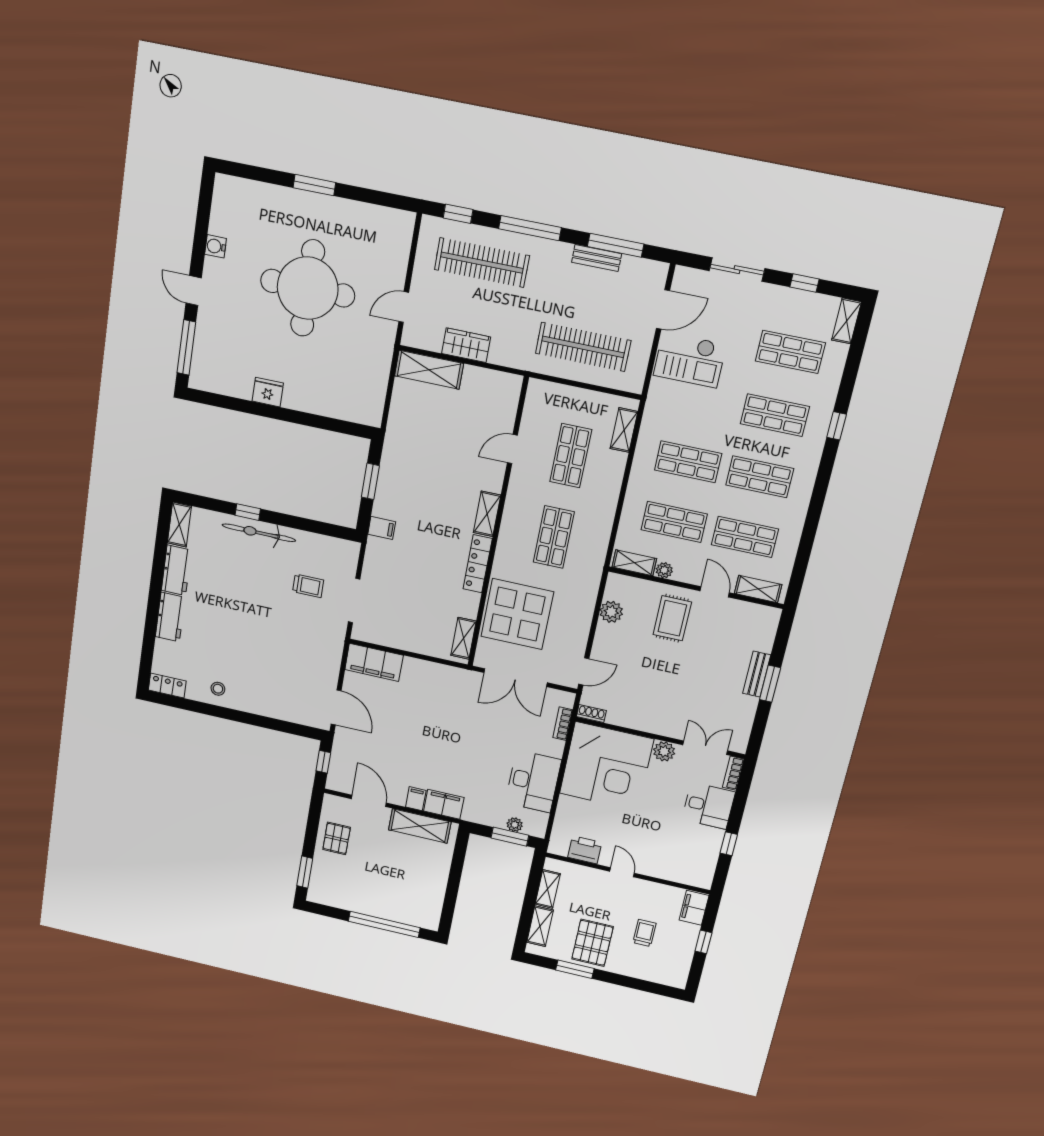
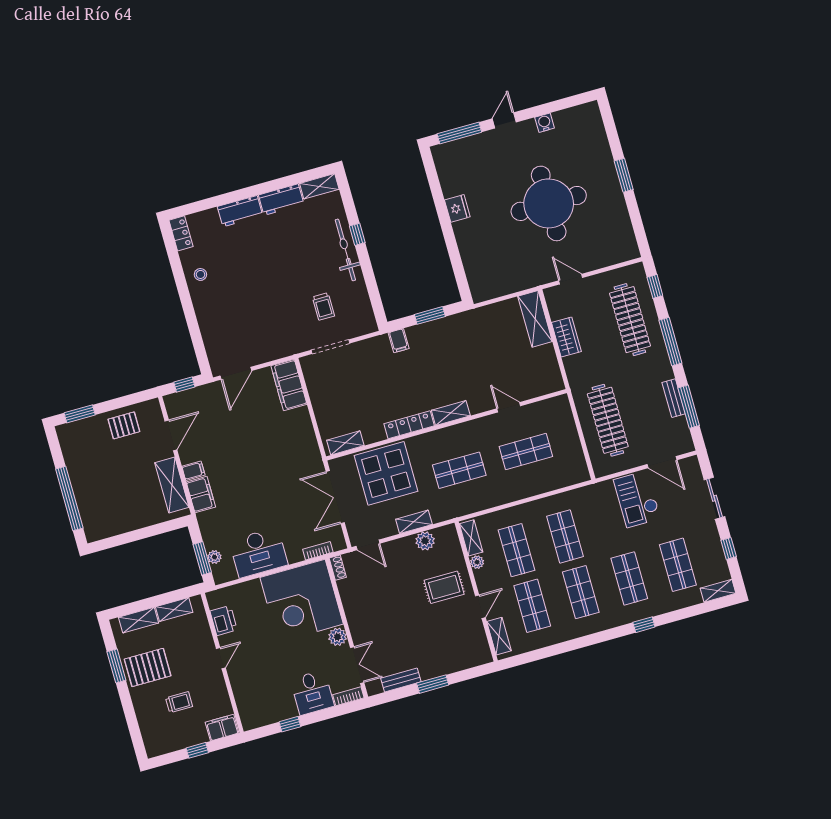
shelving: (624, 430) -> (414, 522), moved
bench: (757, 674) -> (401, 680), moved

